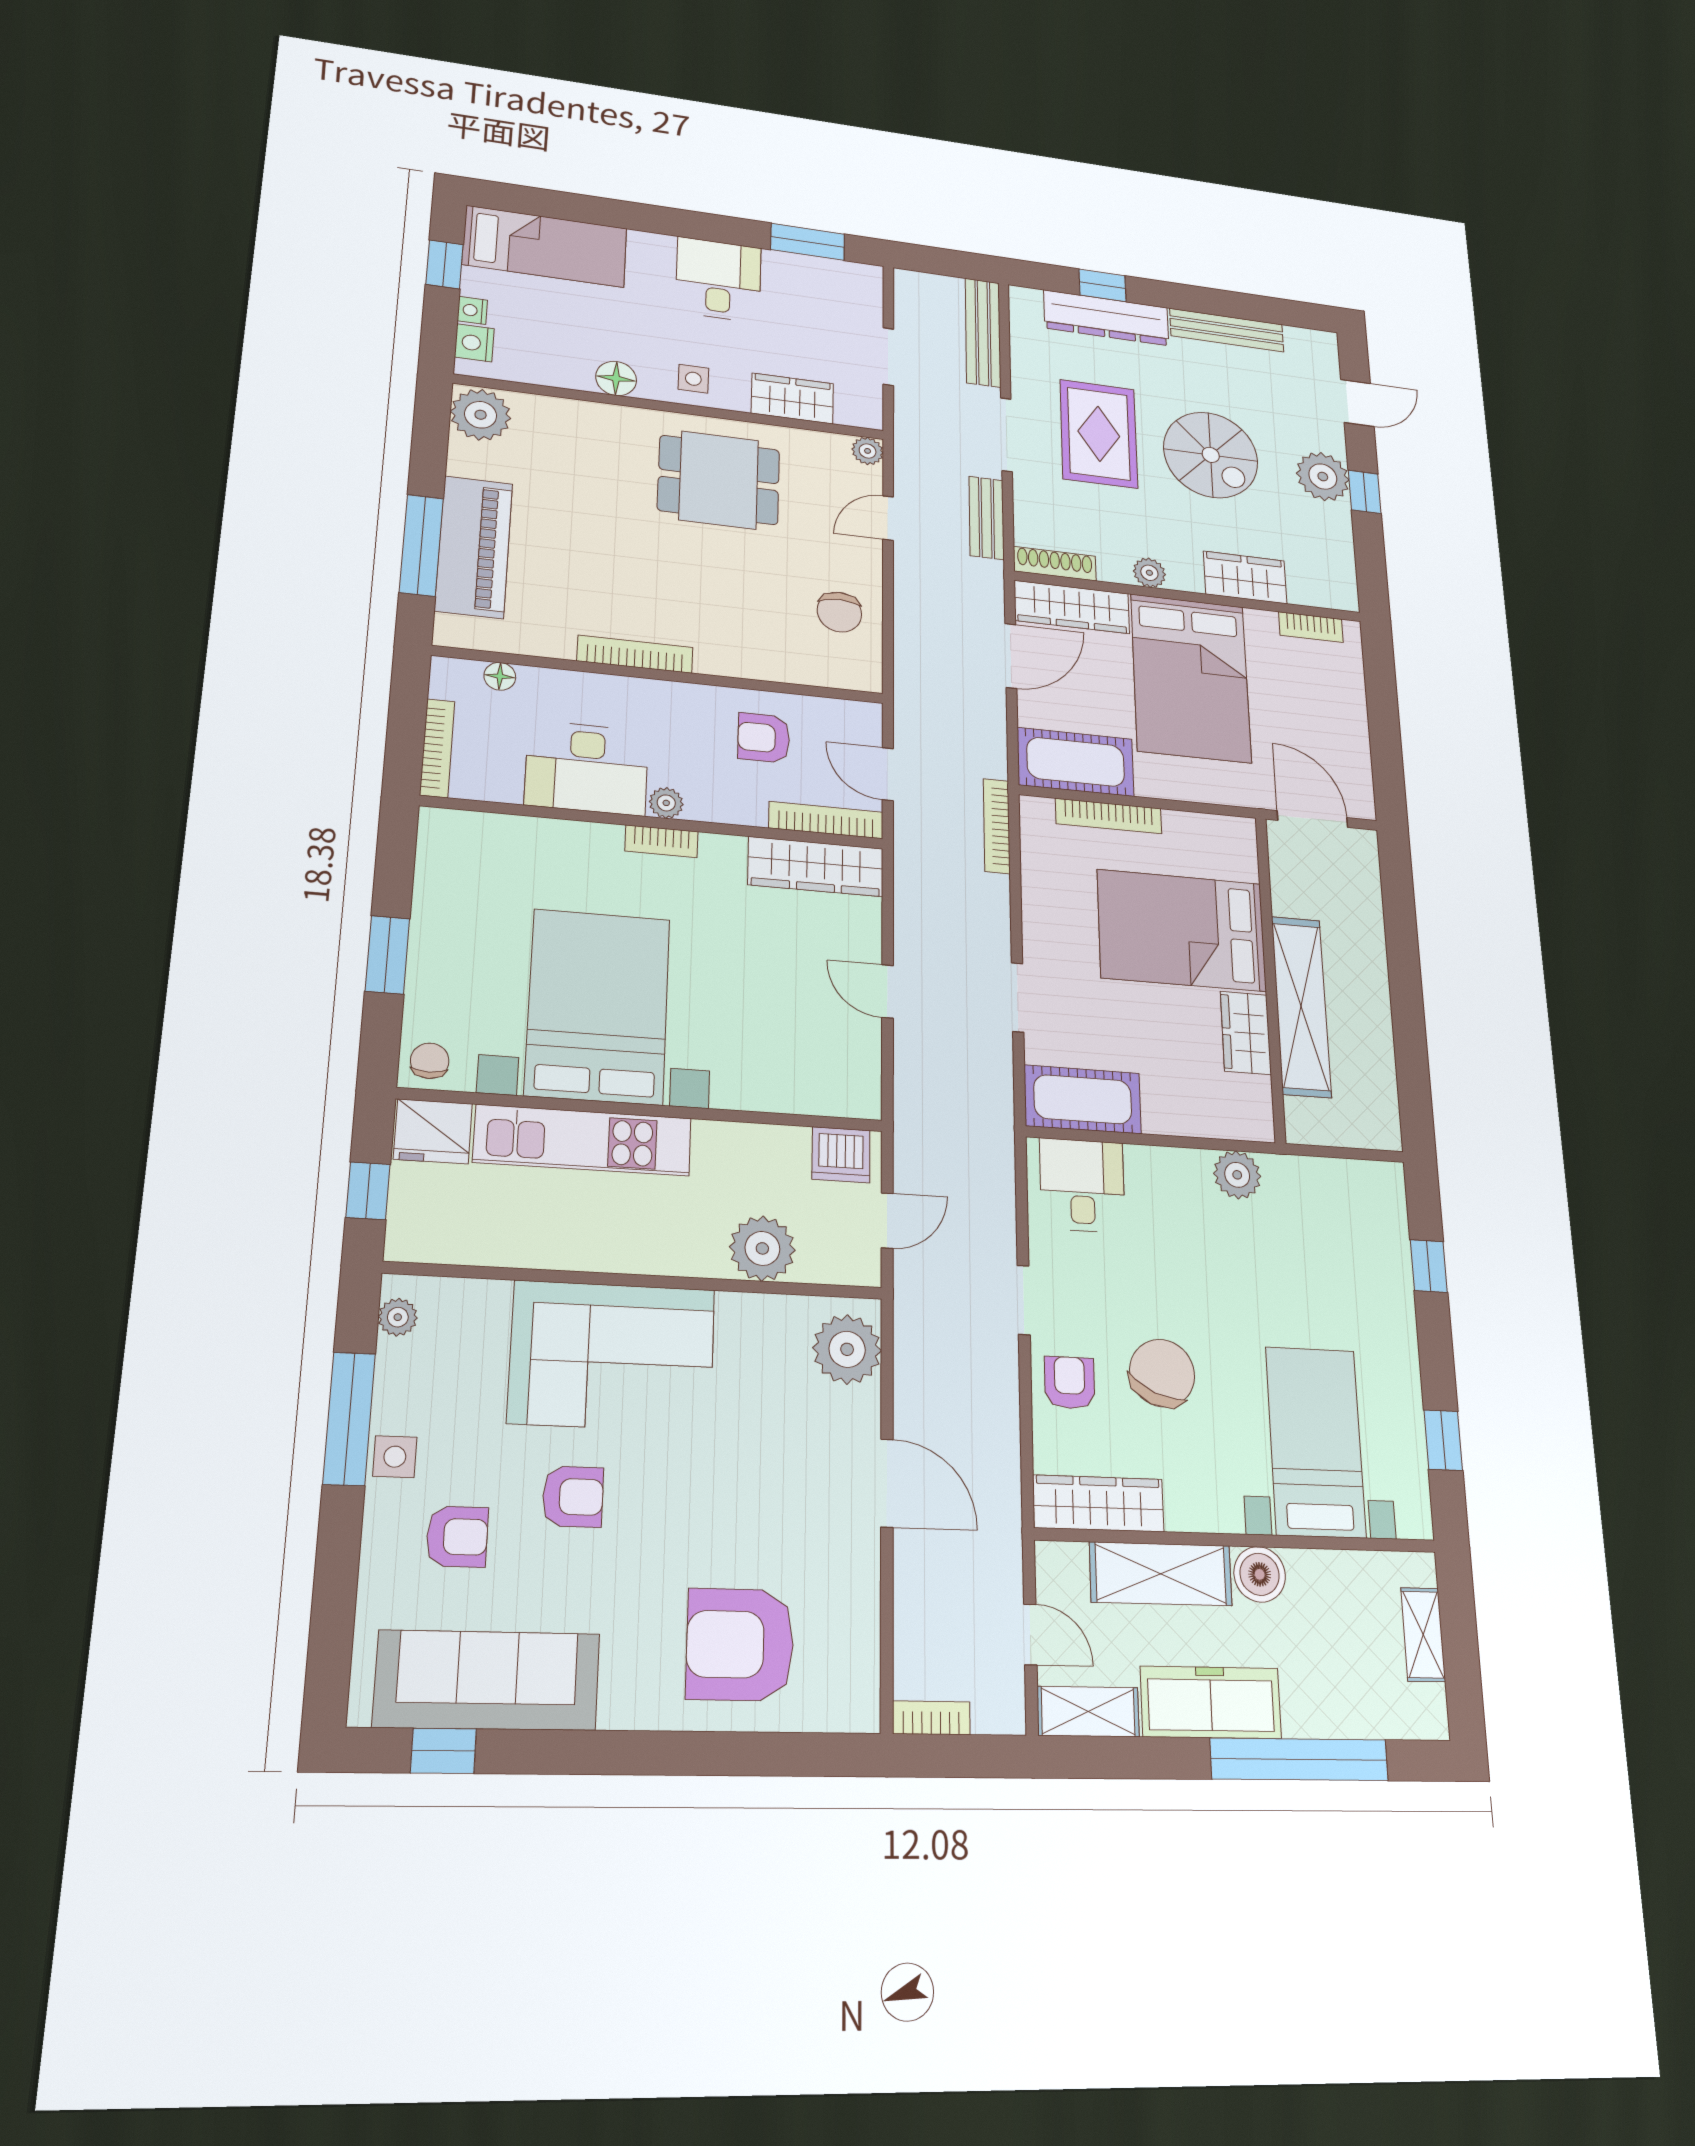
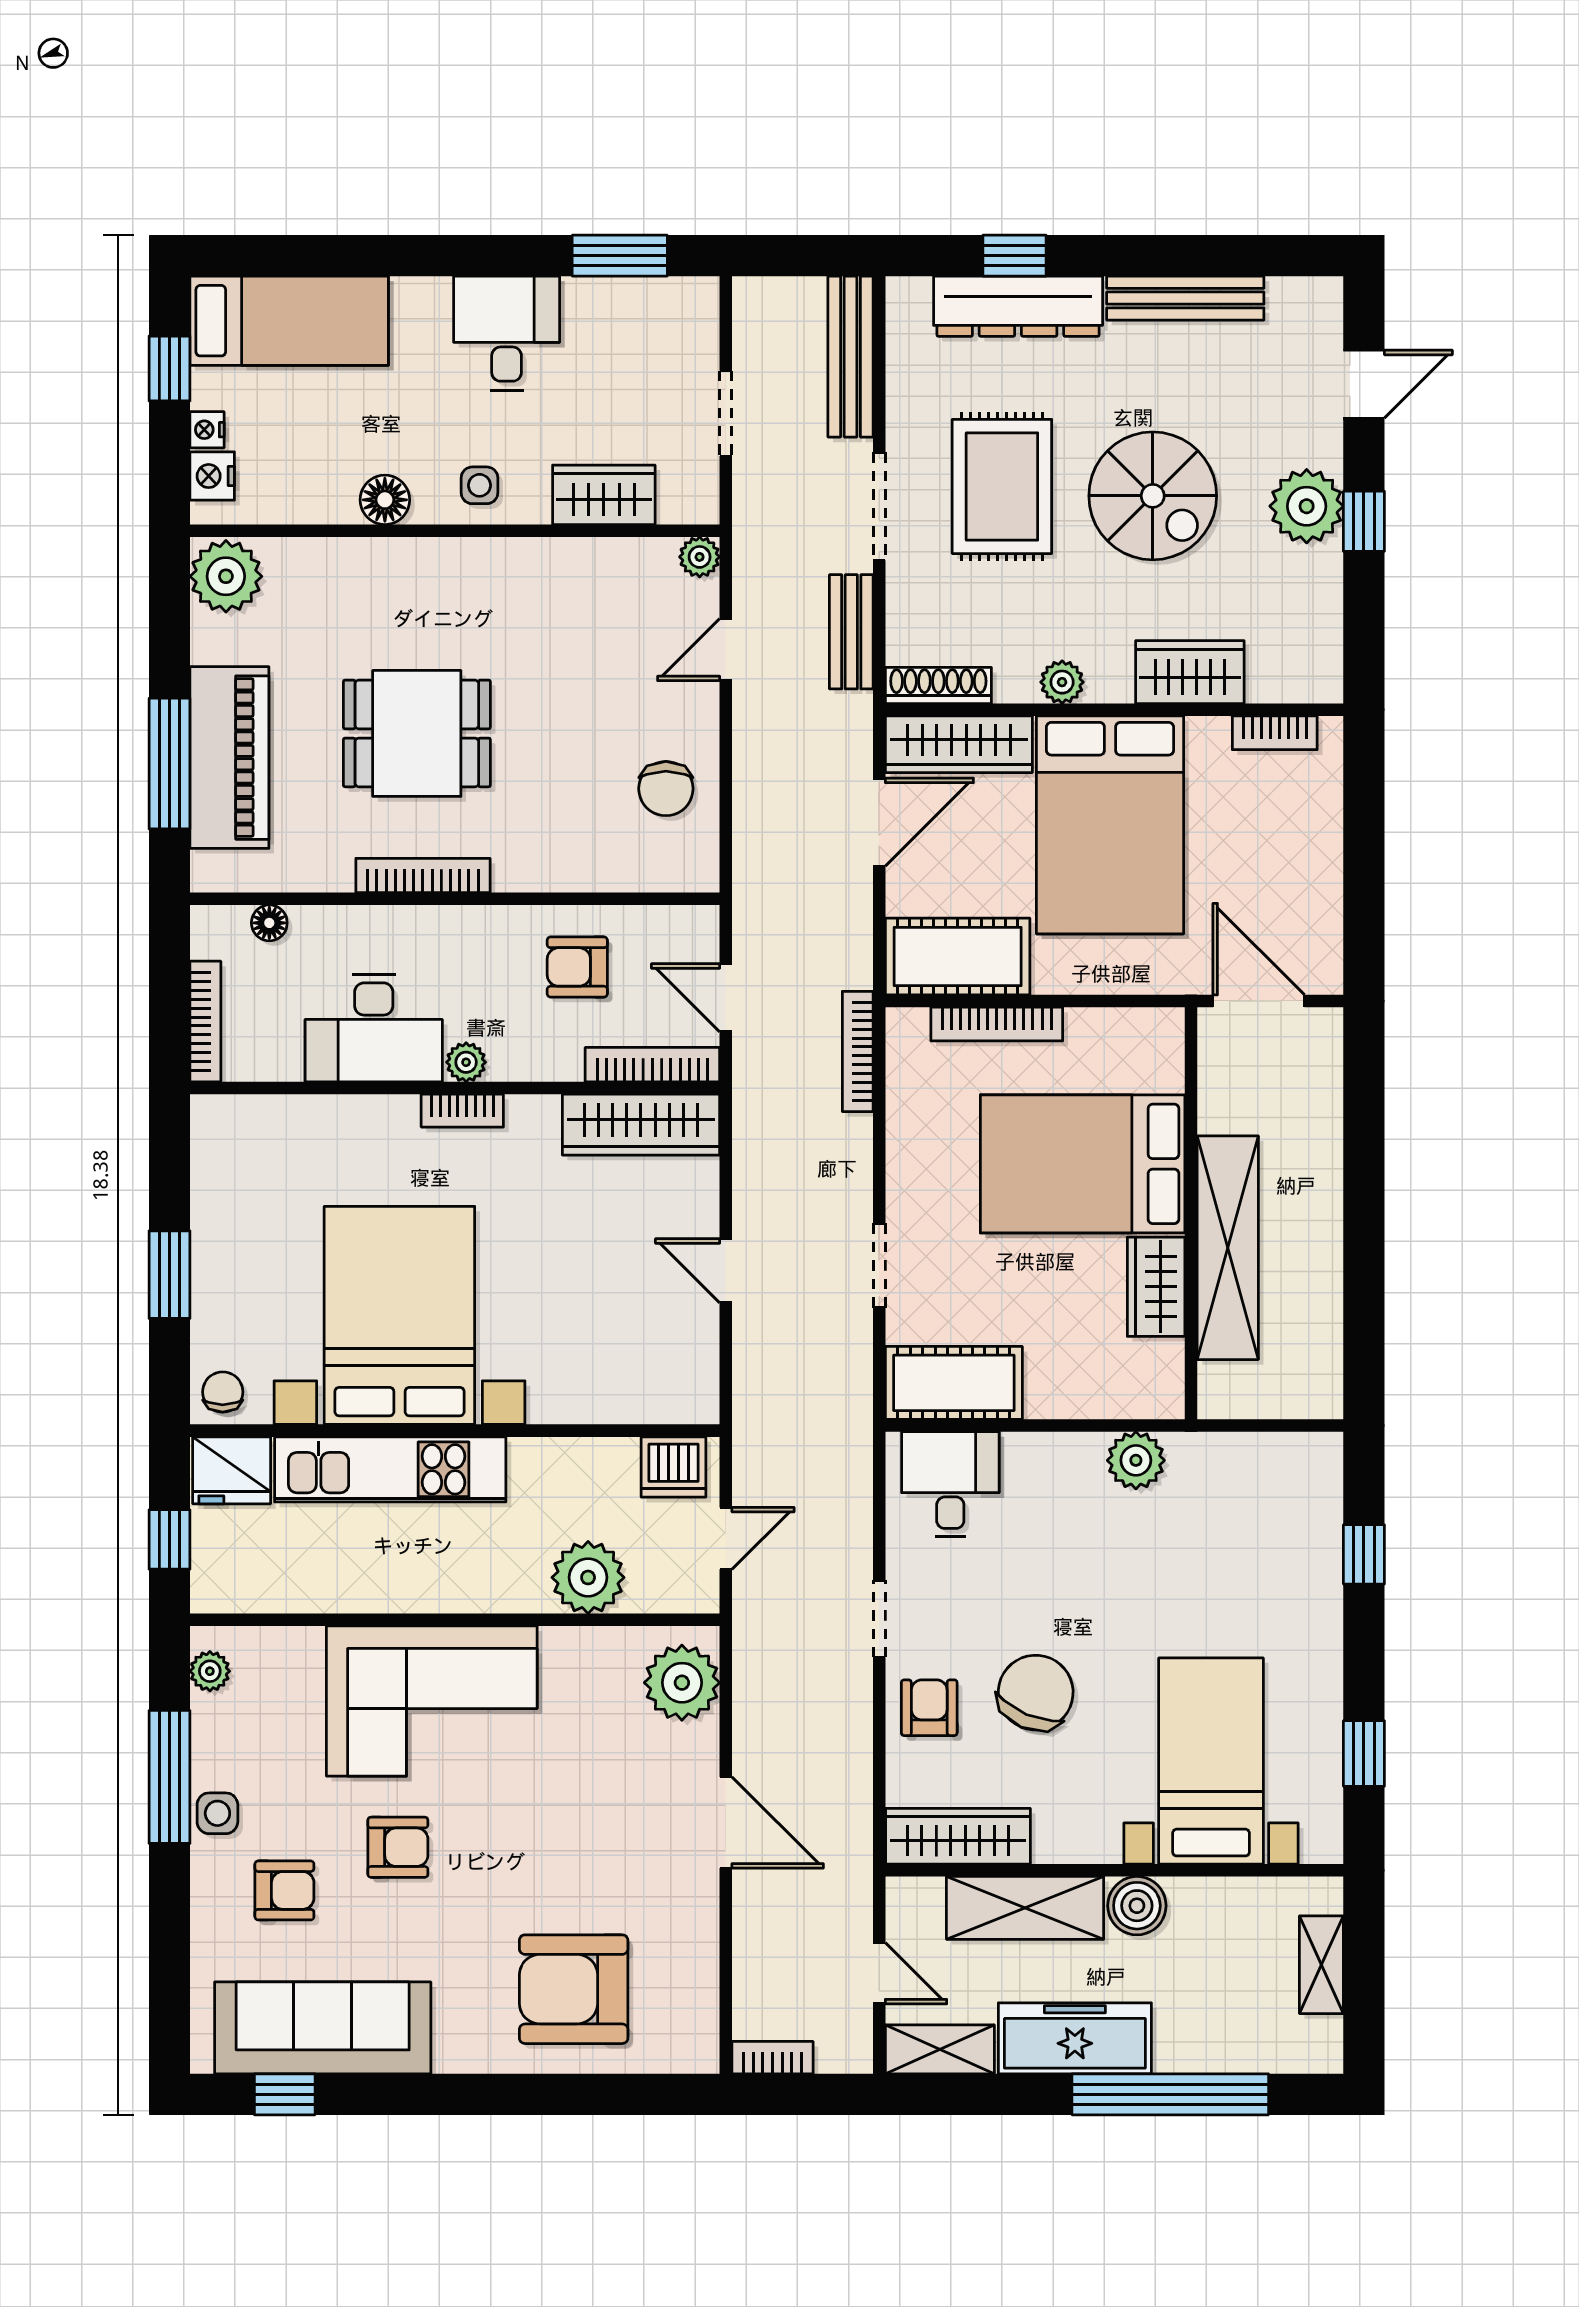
dining table: (719, 480) -> (417, 733), moved

